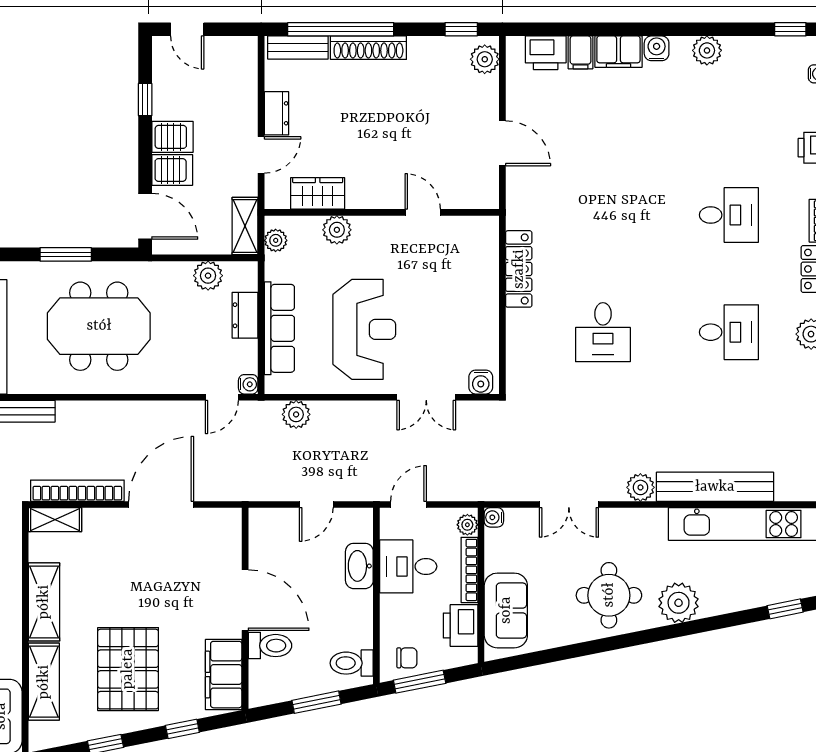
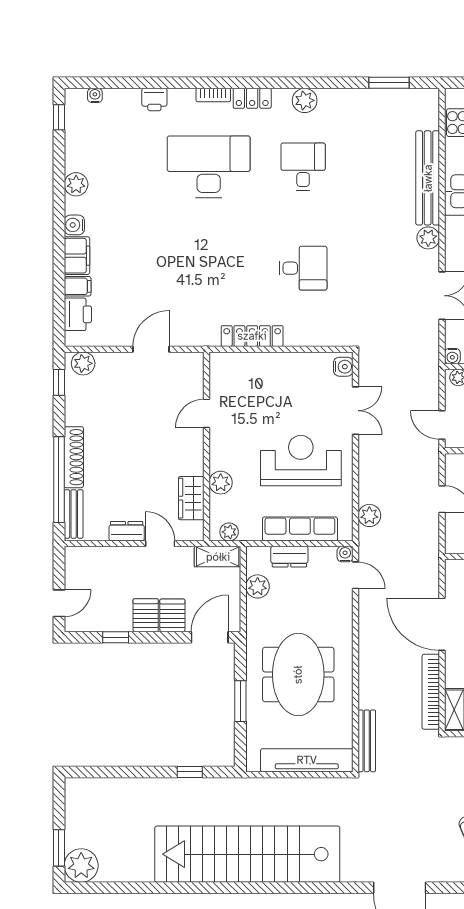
desk: (729, 215) -> (209, 167), width x1.87, depth x1.30

